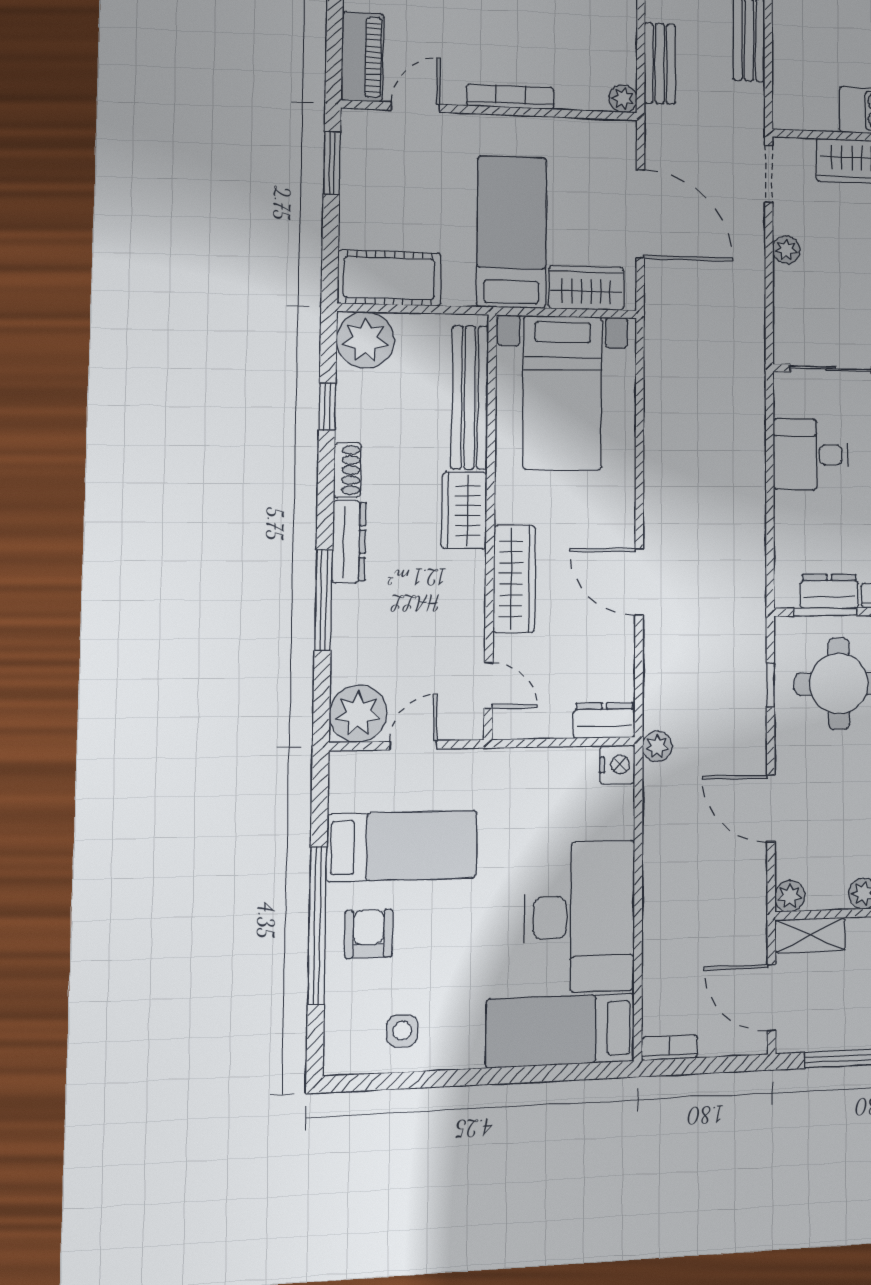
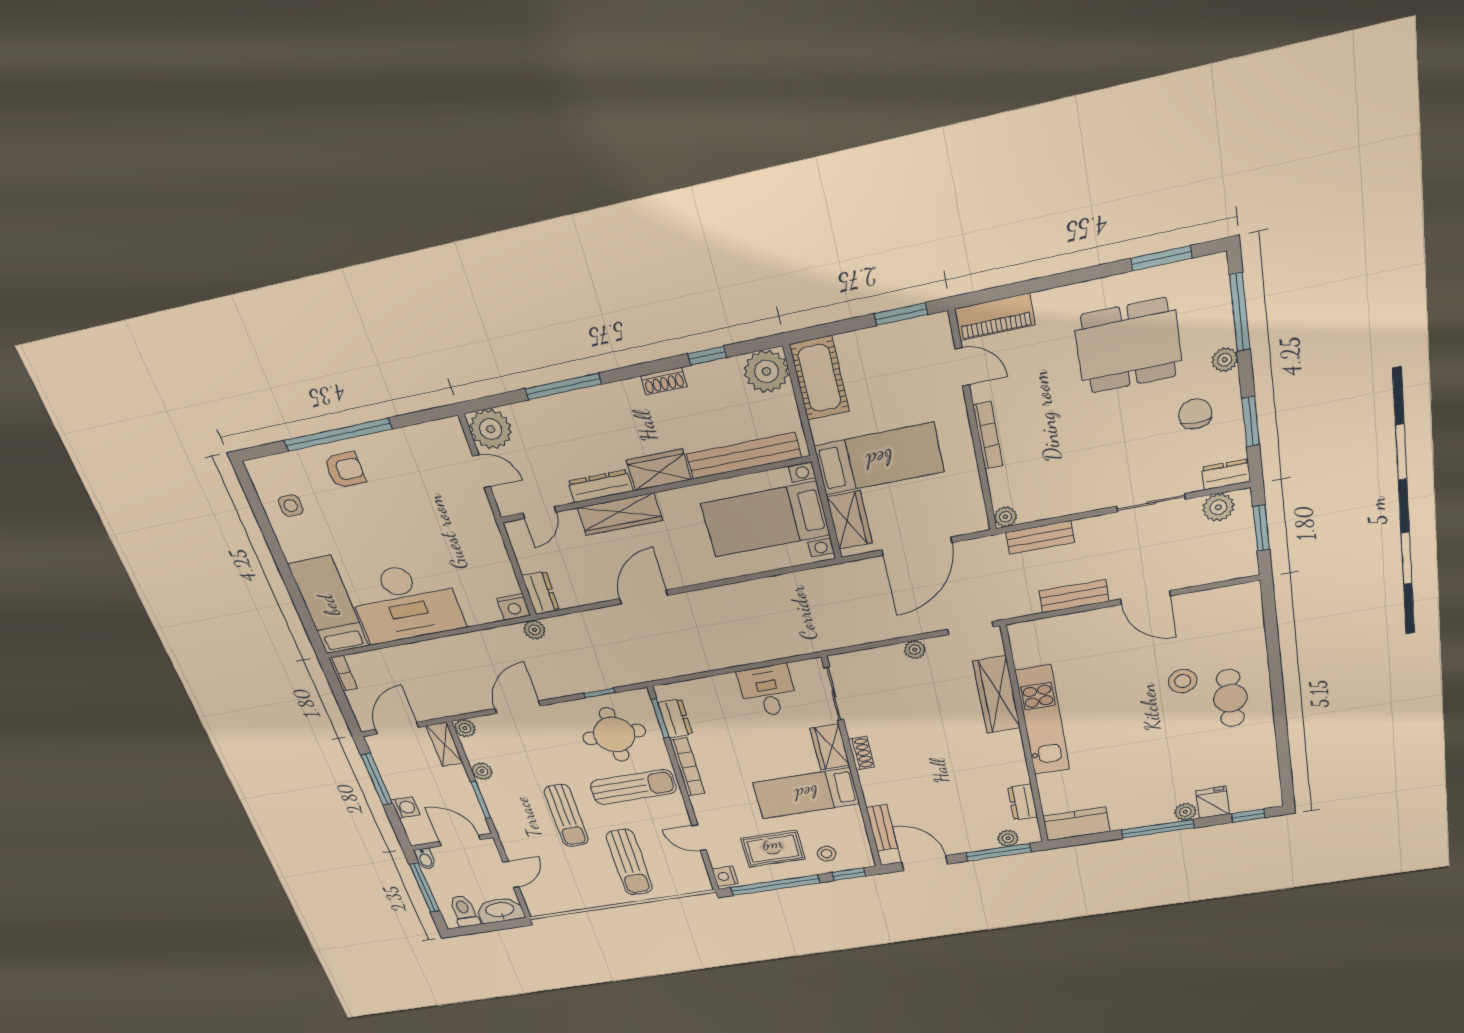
dresser: (349, 542) -> (600, 486), moved, turned 180
bed: (402, 846) -> (411, 479), removed

